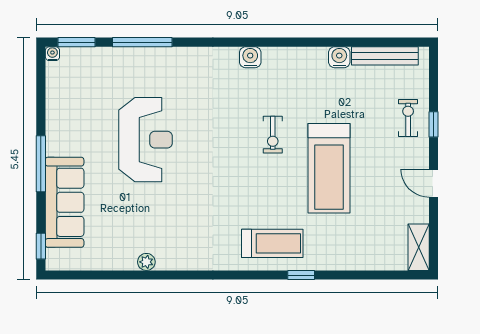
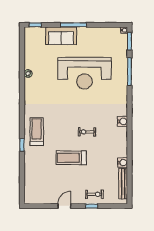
reception desk: (146, 140) -> (84, 73), width x1.36, depth x1.30
treadmill: (329, 168) -> (71, 158), width x0.73, depth x0.73
sofa: (65, 202) -> (61, 36), width x0.73
treadmill: (272, 243) -> (37, 132), turned 180
shelving: (419, 247) -> (35, 199), removed

